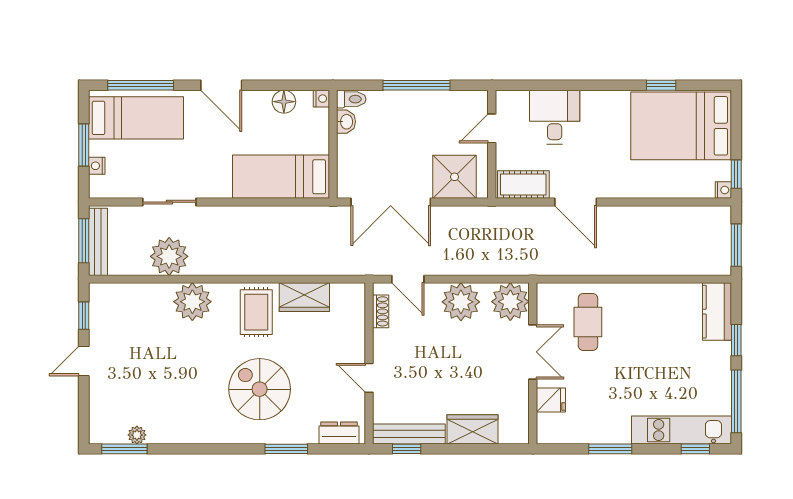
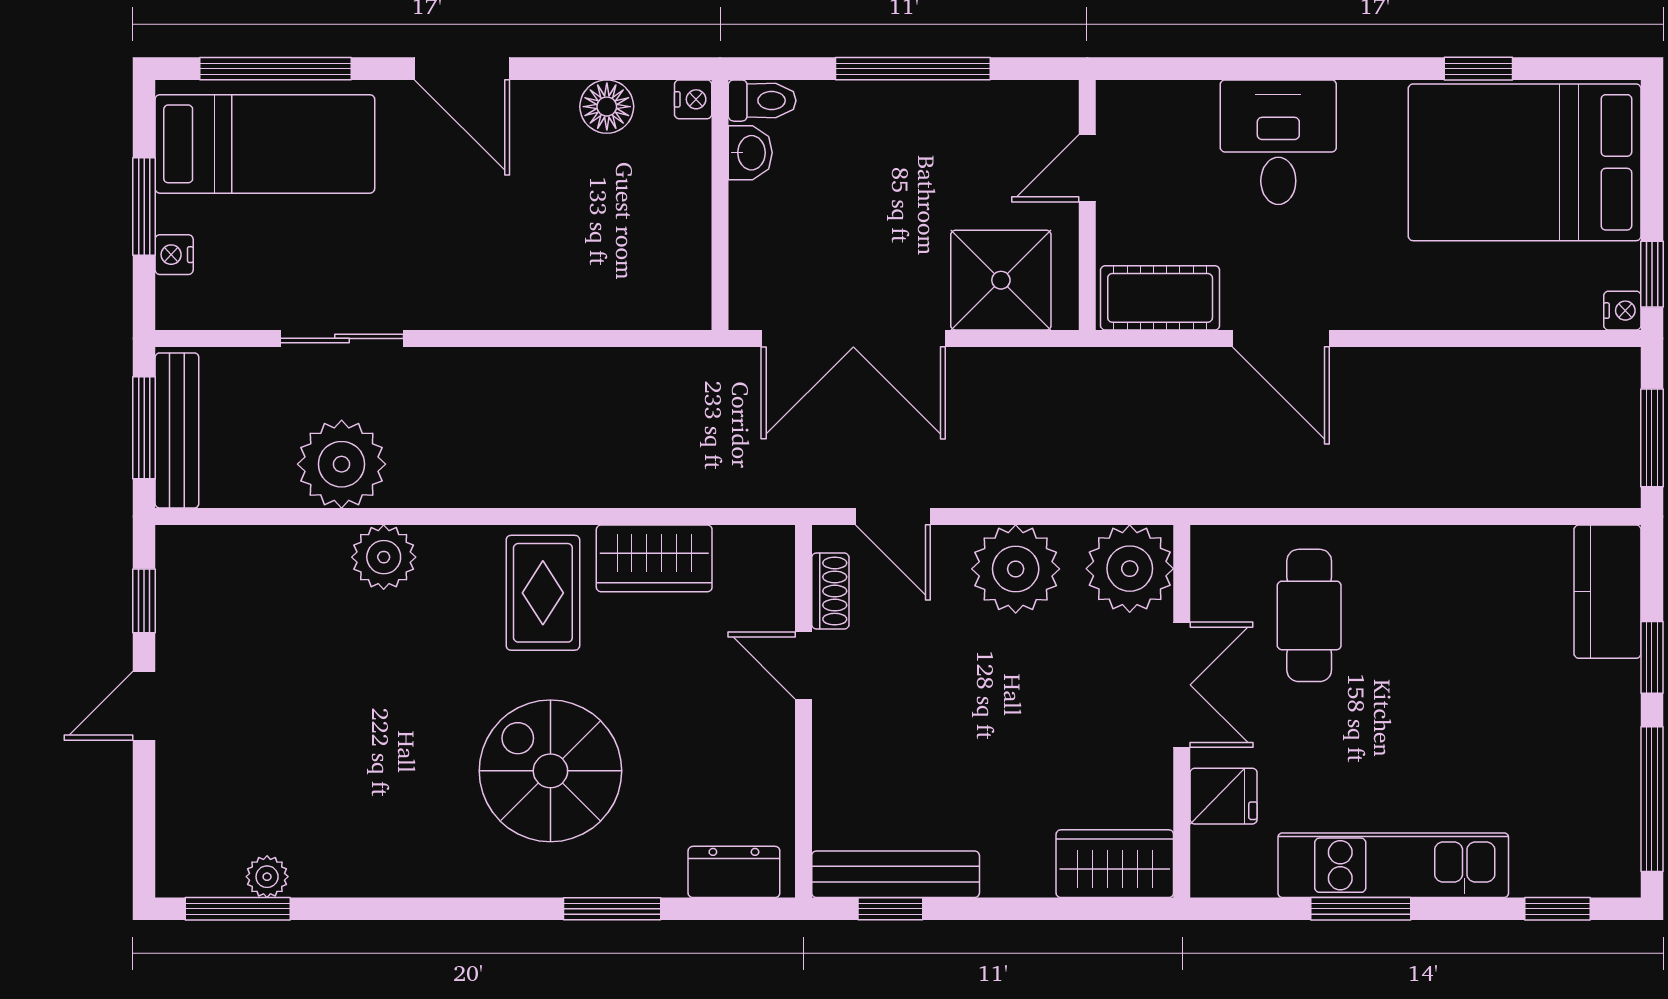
desk: (555, 117) -> (1278, 142), moved
bed: (281, 177) -> (600, 280), removed
plant: (192, 302) -> (384, 557), width x0.73, depth x0.73
door: (369, 378) -> (803, 666), moved
wardrobe: (472, 429) -> (1115, 864), moved
kitchen unit: (682, 430) -> (1393, 865), moved

